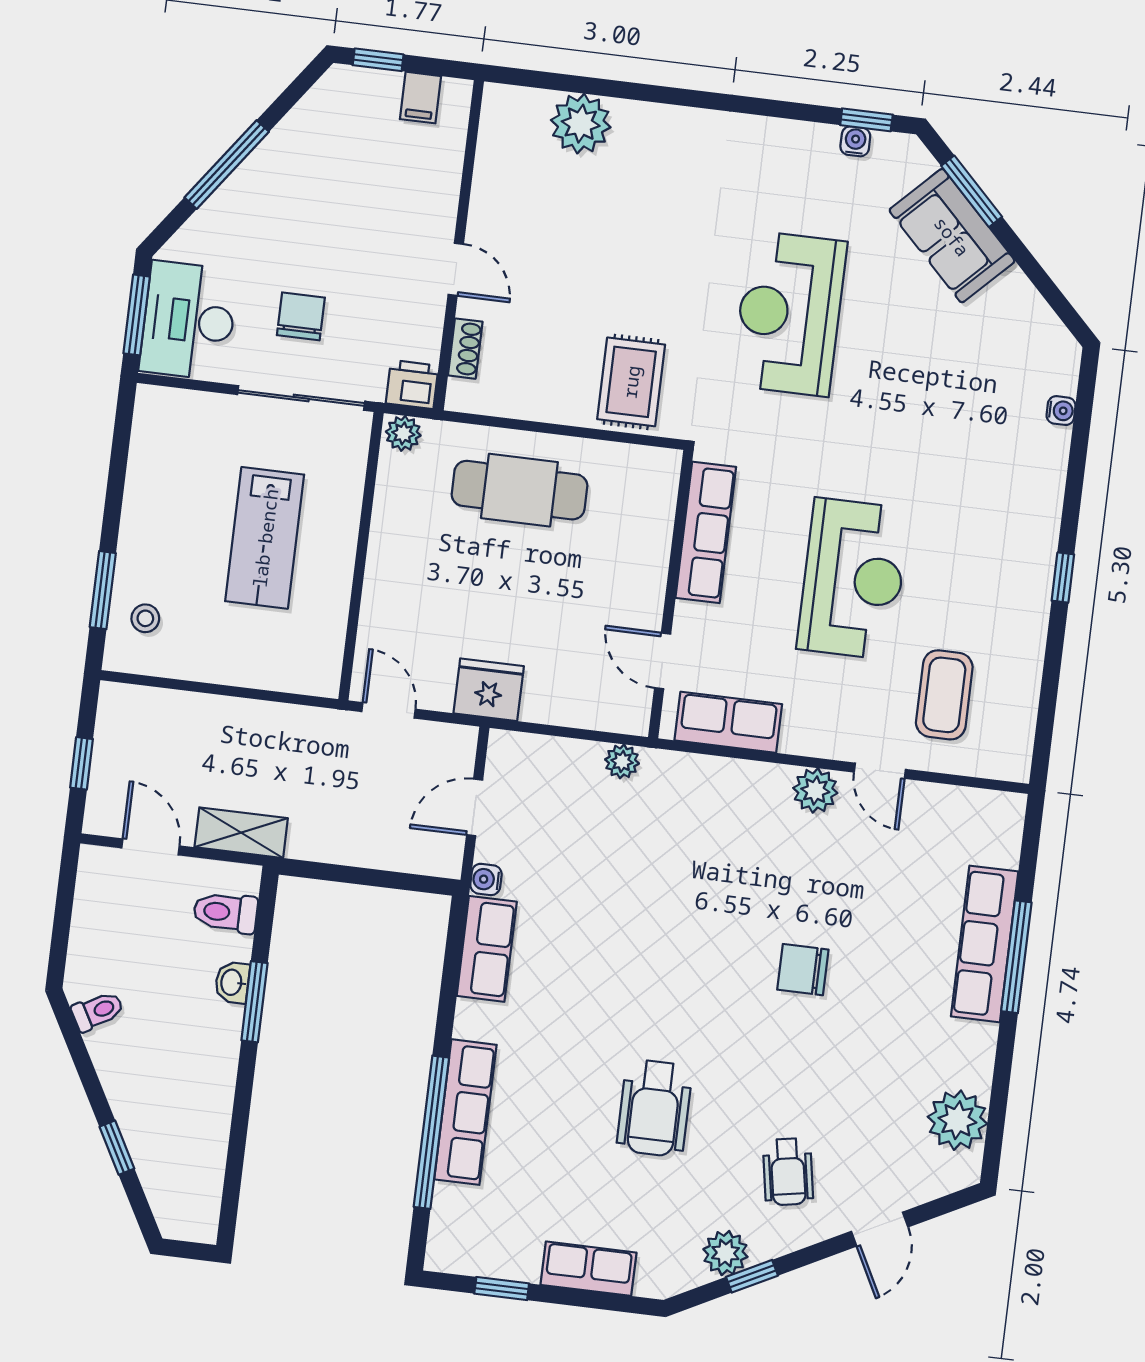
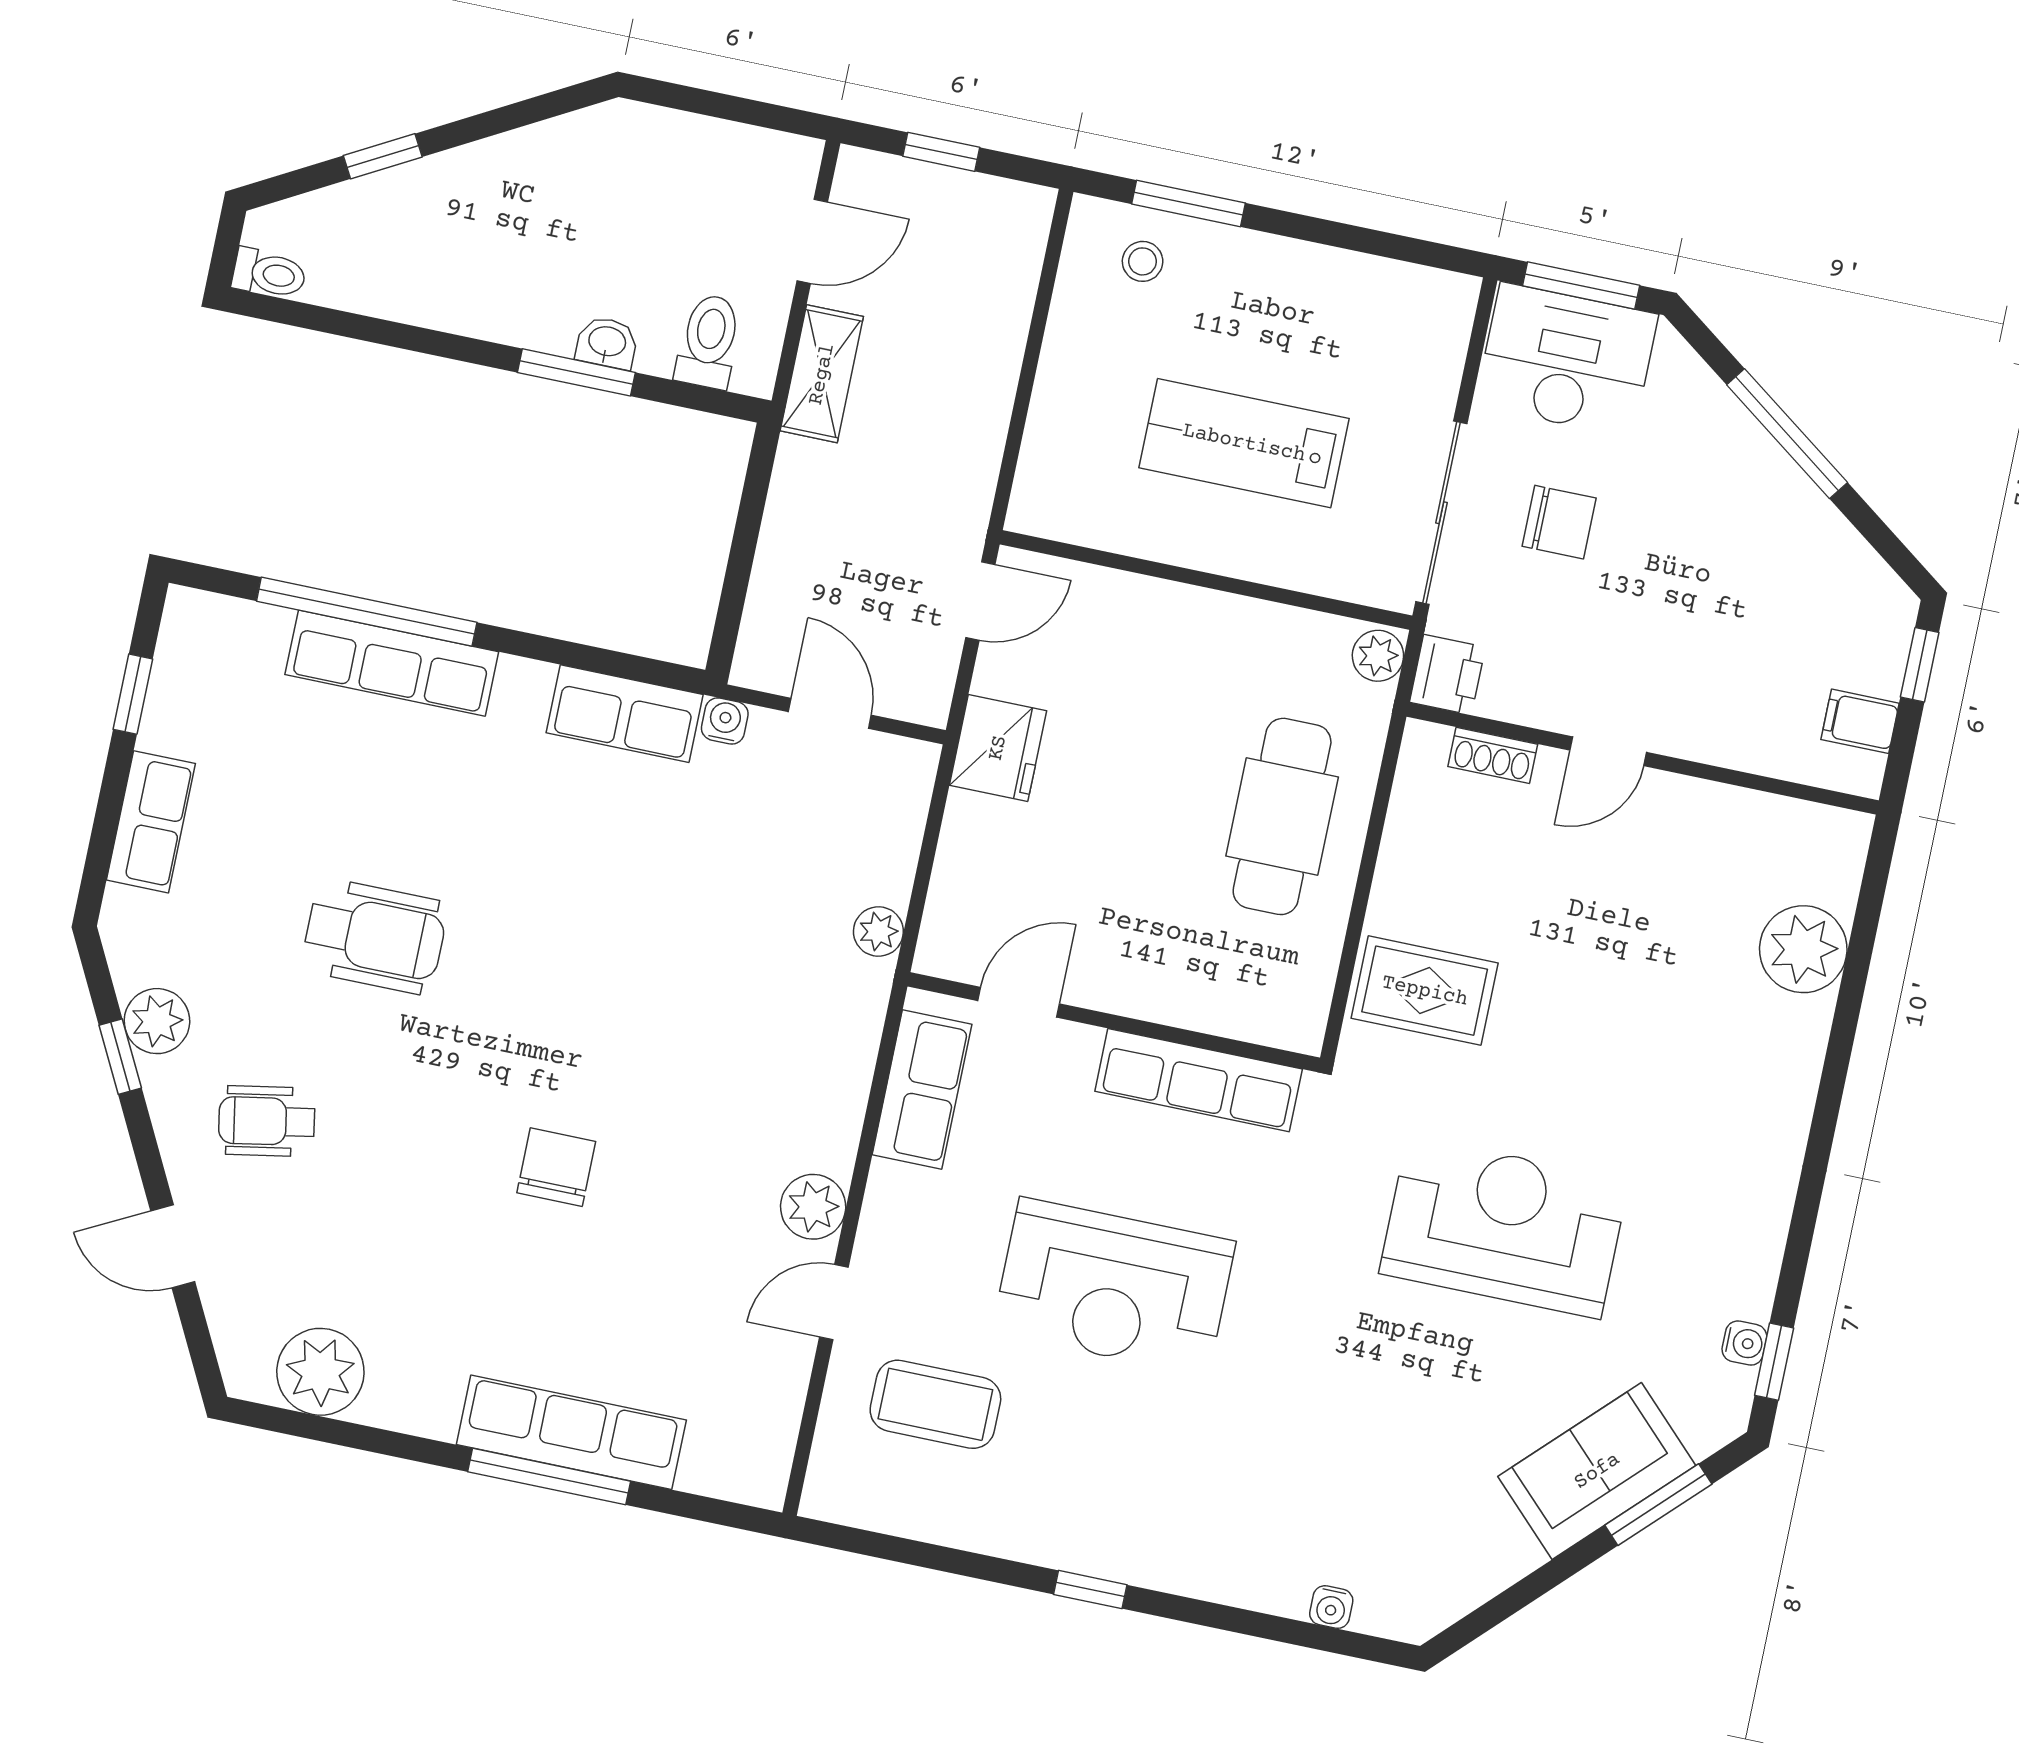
toilet: (98, 1011) -> (269, 274), moved, turned -61
wheelchair: (654, 1108) -> (375, 936), turned 180

